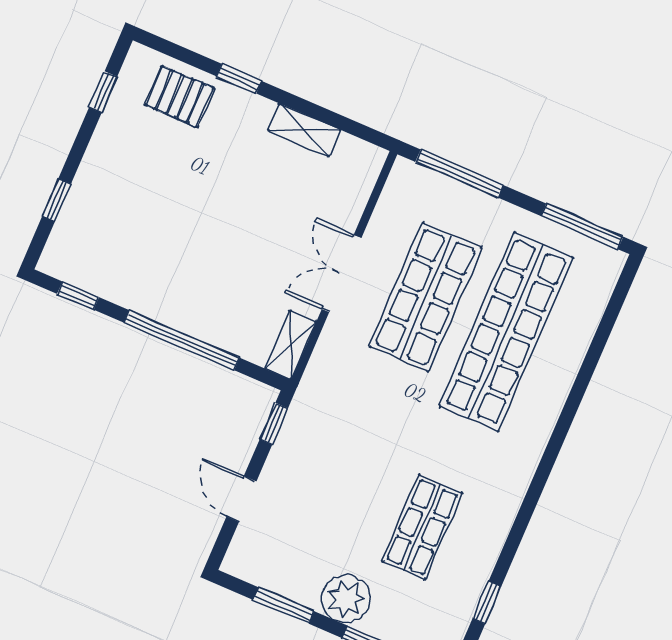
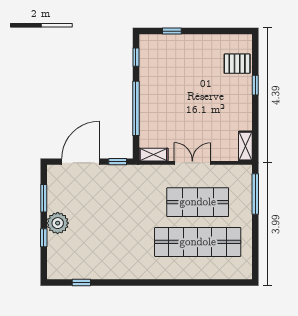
window: (103, 92) -> (225, 31), removed
pallet: (180, 96) -> (237, 64), turned 90
shelving: (304, 130) -> (245, 146), moved
window: (582, 226) -> (255, 255), removed
door: (241, 499) -> (81, 162), width x1.87
shop shelf: (422, 527) -> (101, 242), removed

